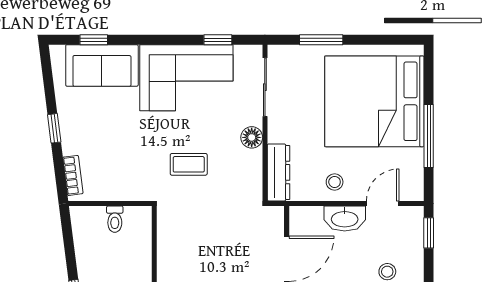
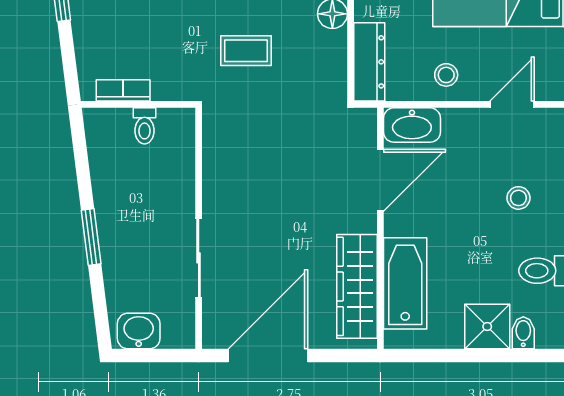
bookcase: (73, 175) -> (123, 90), moved, turned -83
washbasin: (345, 219) -> (412, 125), moved

